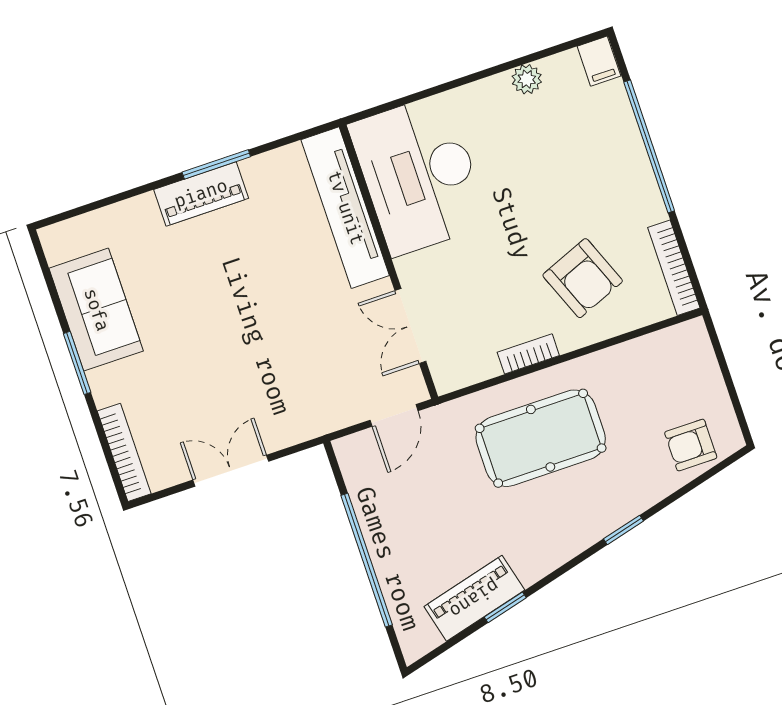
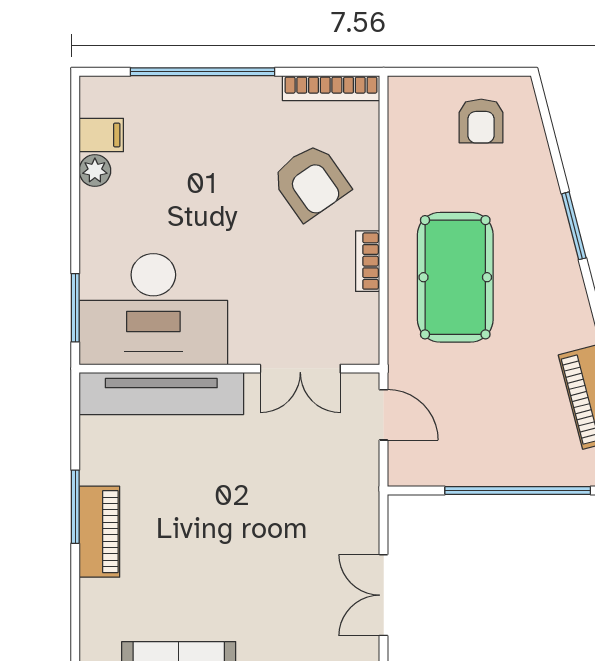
filing cabinet: (599, 61) -> (101, 135), moved
window: (396, 103) -> (75, 308), added
armchair: (583, 278) -> (311, 182), turned 77
armchair: (691, 445) -> (481, 121), moved
window: (624, 530) -> (574, 226), width x1.50

